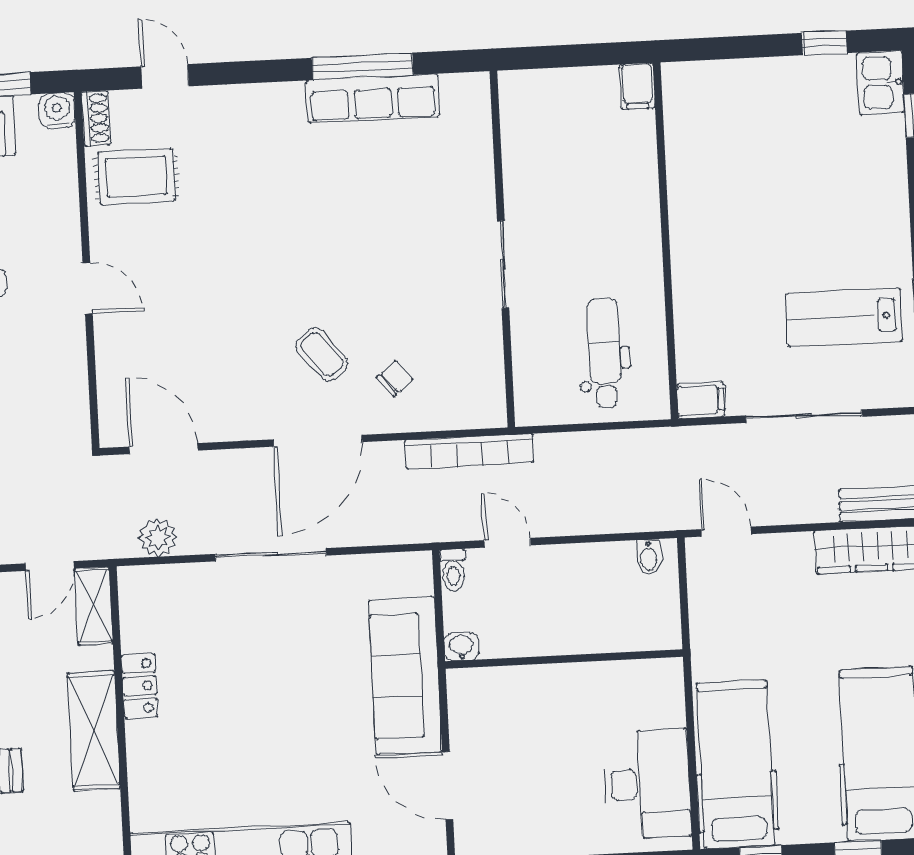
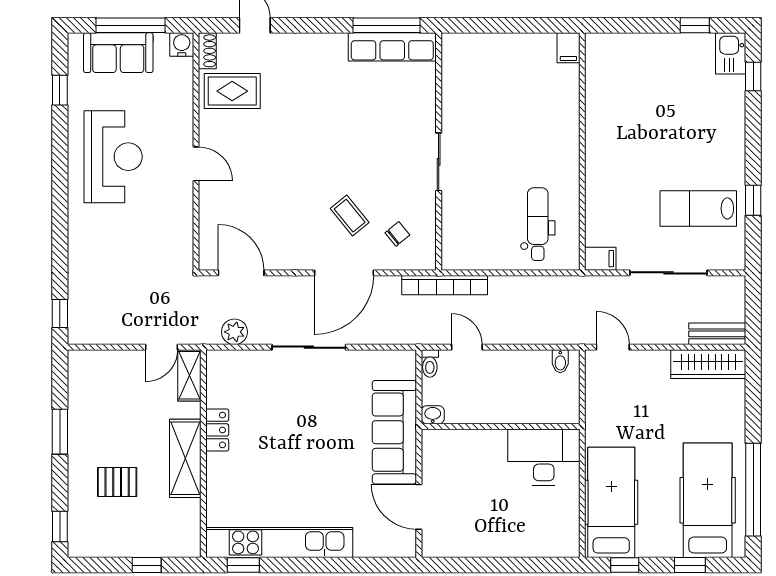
wall: (502, 249) -> (439, 152), moved
sliding door: (503, 265) -> (439, 162), moved
desk: (647, 784) -> (544, 457), moved, turned -90

